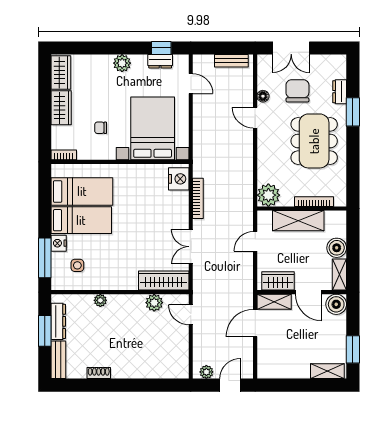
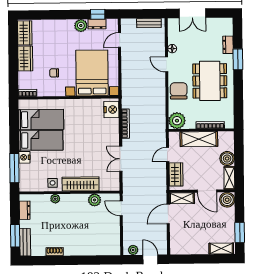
plant: (122, 63) -> (81, 26), moved
door: (191, 84) -> (119, 40), swing flipped
chair: (297, 91) -> (179, 91), moved
side table: (77, 265) -> (53, 183), moved
wardrobe: (164, 280) -> (81, 184), moved
wardrobe: (278, 281) -> (176, 174), moved, turned 90
dresser: (58, 321) -> (25, 210), width x0.70
window: (45, 331) -> (15, 236), moved
door: (230, 385) -> (150, 259), hinge flipped

